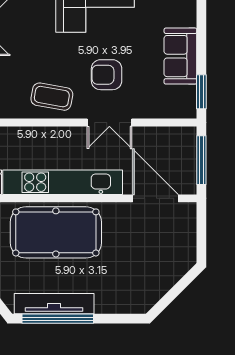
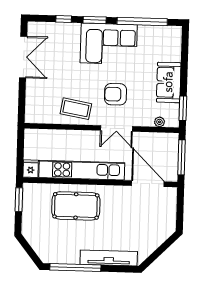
plant: (169, 112) -> (159, 122), added
pool table: (56, 232) -> (76, 206), width x0.73, depth x0.76
tv unit: (54, 304) -> (109, 258), moved

